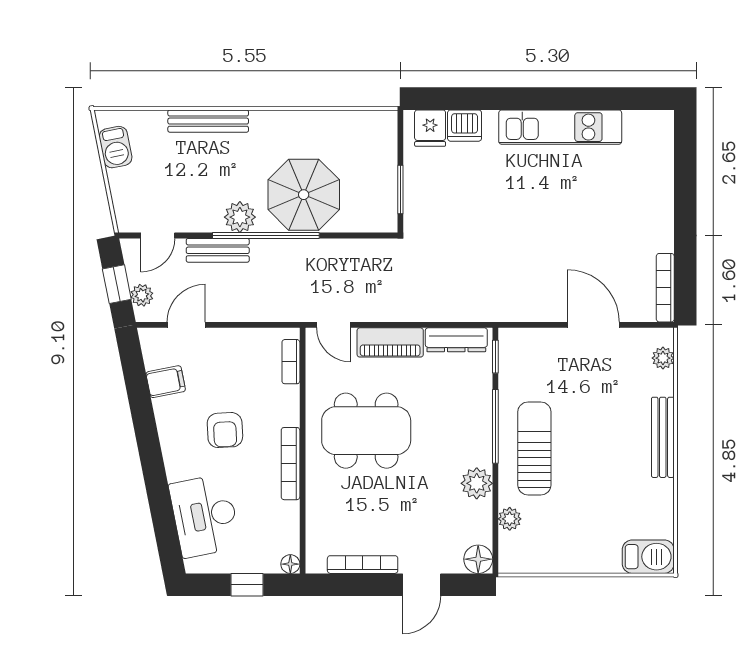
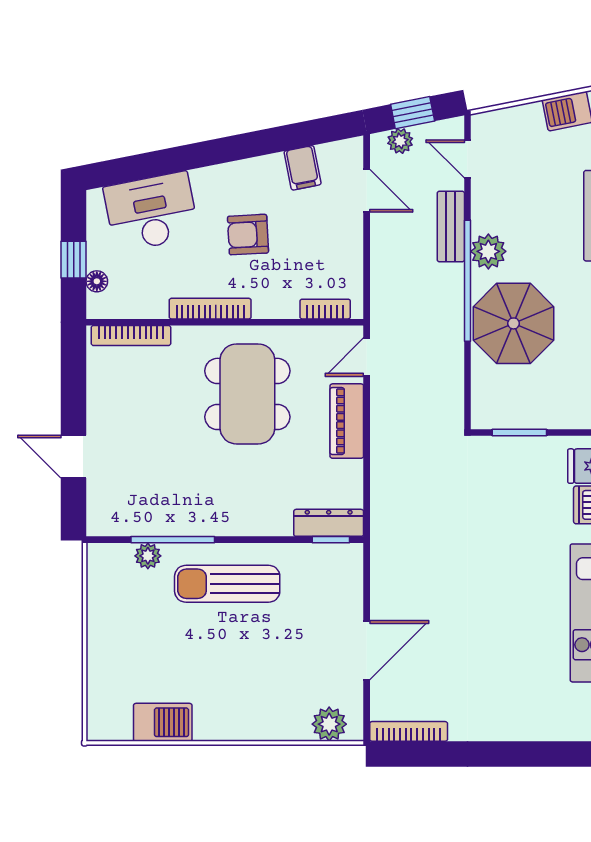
dresser: (456, 340) -> (329, 523), moved, turned 90
plant: (663, 358) -> (329, 724), width x1.38, depth x1.38
window: (495, 426) -> (173, 540), moved
bench: (663, 437) -> (240, 729), removed
sun lounger: (534, 448) -> (227, 584), turned 180
plant: (477, 483) -> (188, 519), removed
barbecue: (648, 557) -> (163, 722), moved, turned -90
floor lamp: (478, 559) -> (102, 520), removed
floor lamp: (290, 564) -> (97, 281), moved
bookcase: (363, 565) -> (131, 336), moved, turned 90

